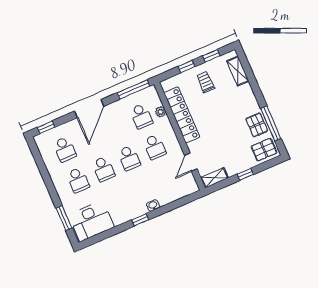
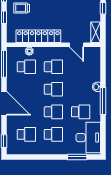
school desk: (117, 200) -> (81, 112), added
window: (140, 220) -> (103, 101), width x2.17

